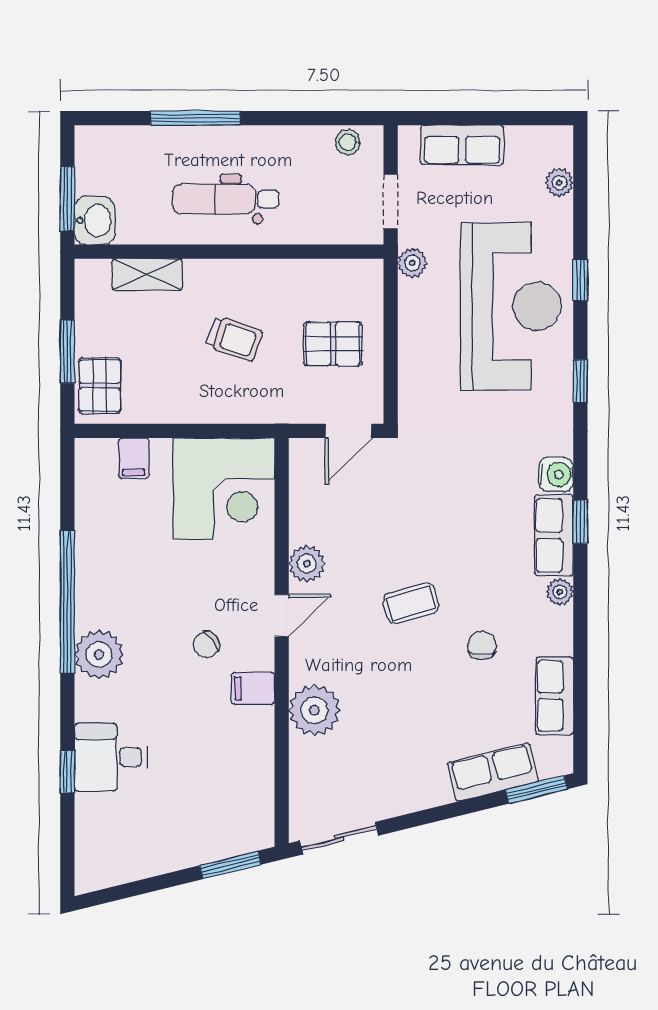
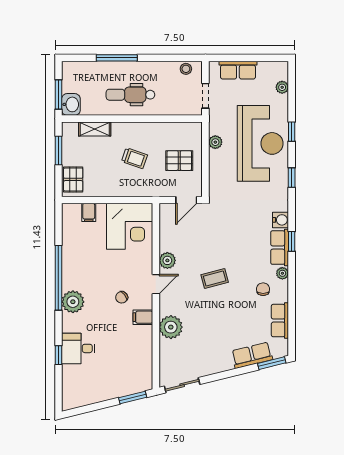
plant: (412, 263) -> (215, 142), moved
window: (67, 352) -> (58, 151), moved
chair: (482, 646) -> (263, 289), moved

